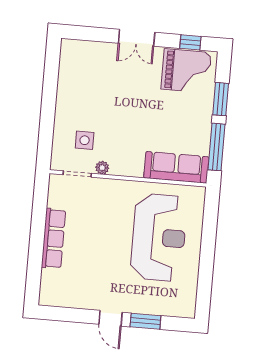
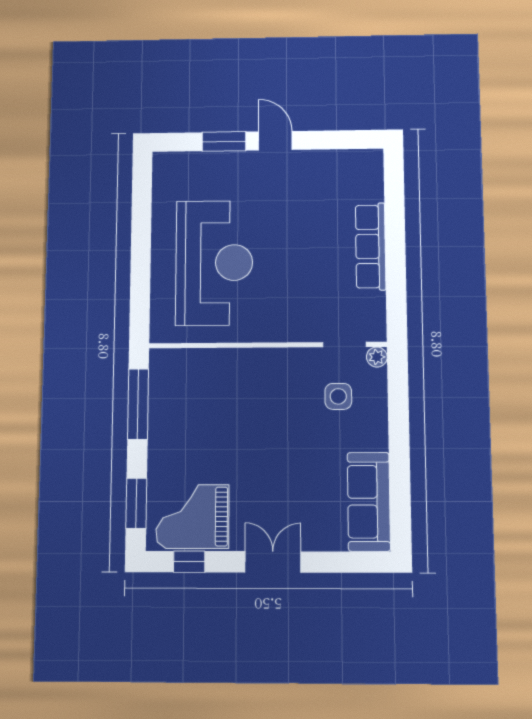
window: (221, 99) -> (136, 503), moved
sofa: (176, 167) -> (369, 502), moved, turned 90
plant: (102, 168) -> (377, 357), moved
reception desk: (159, 237) -> (214, 263), turned 180

